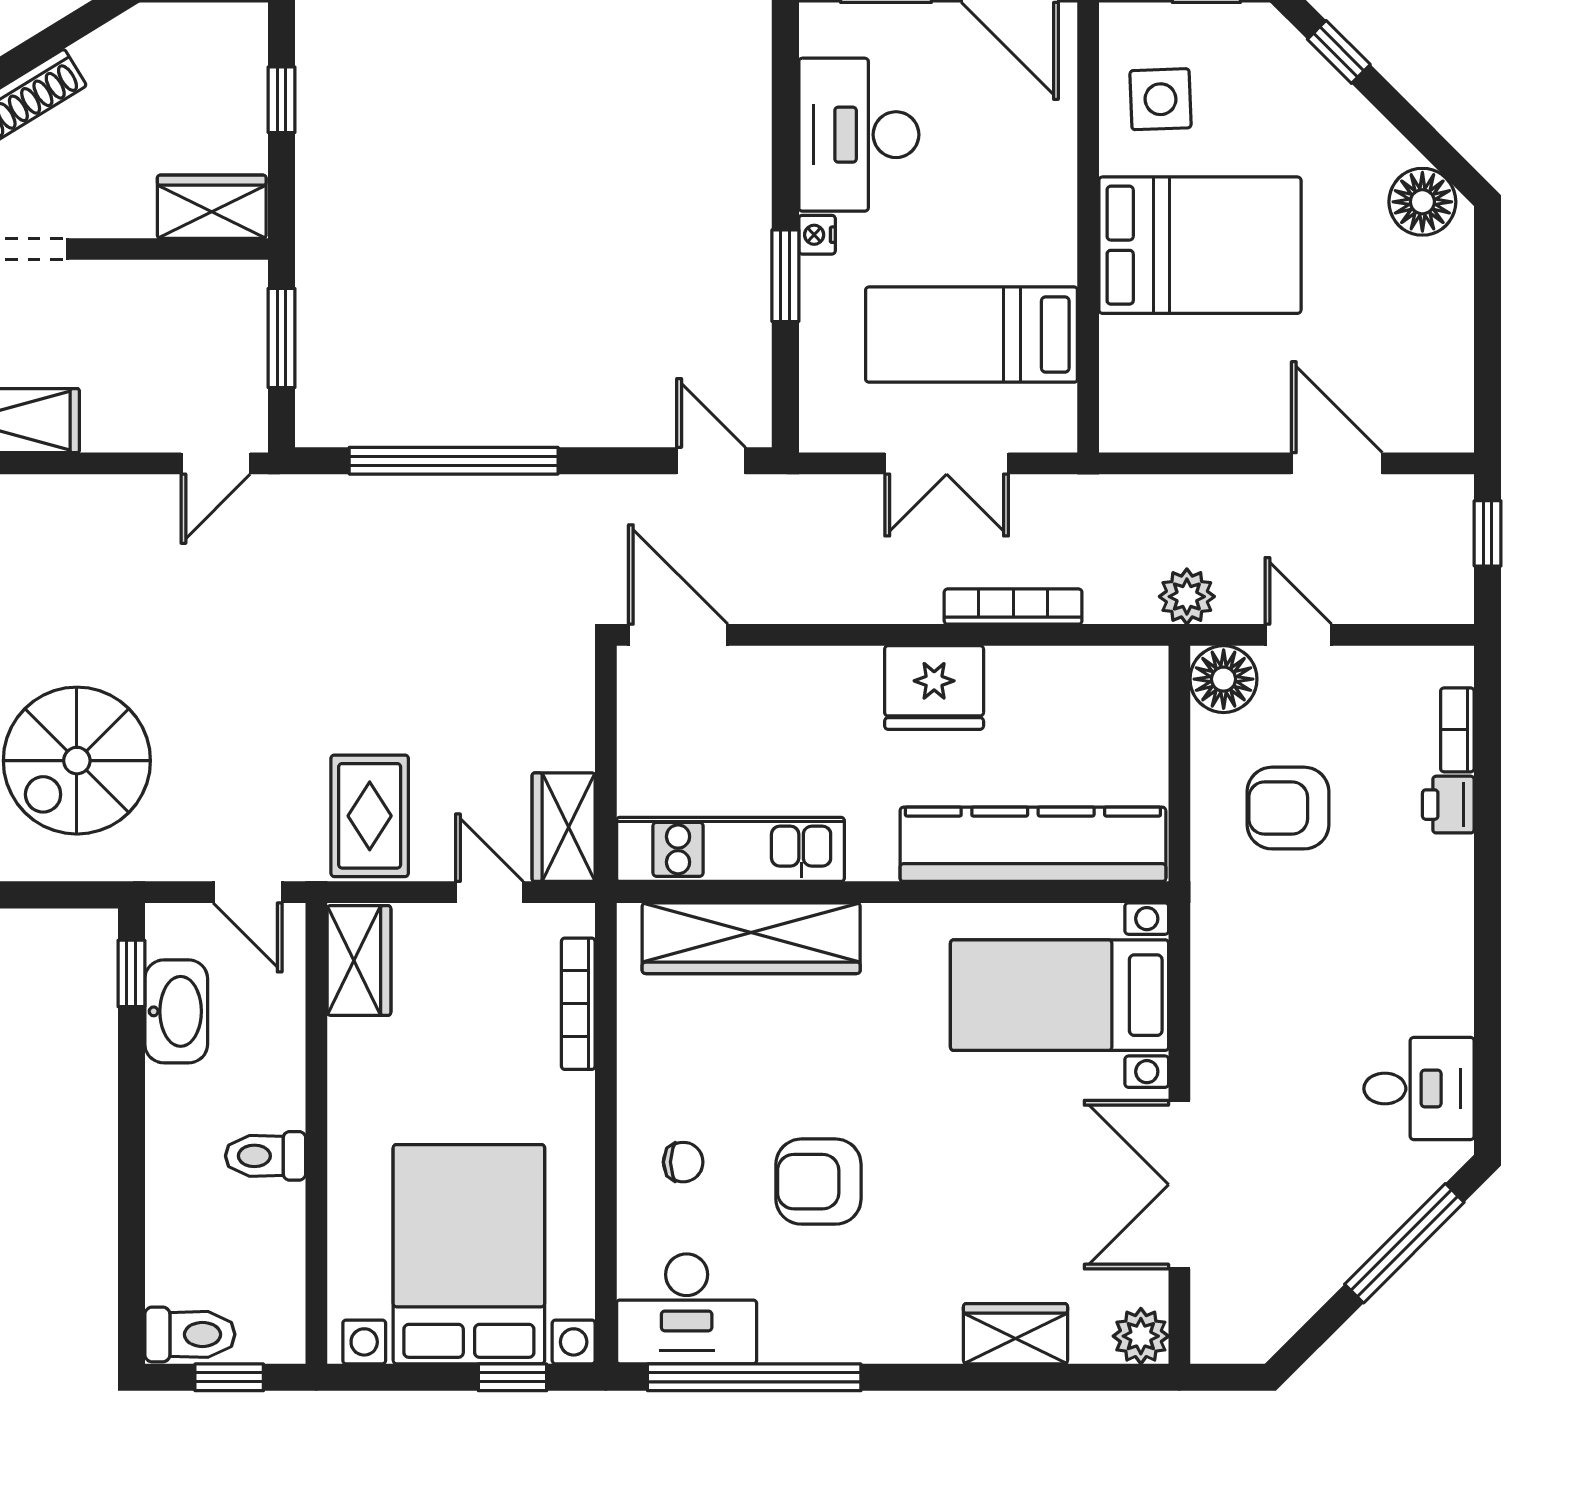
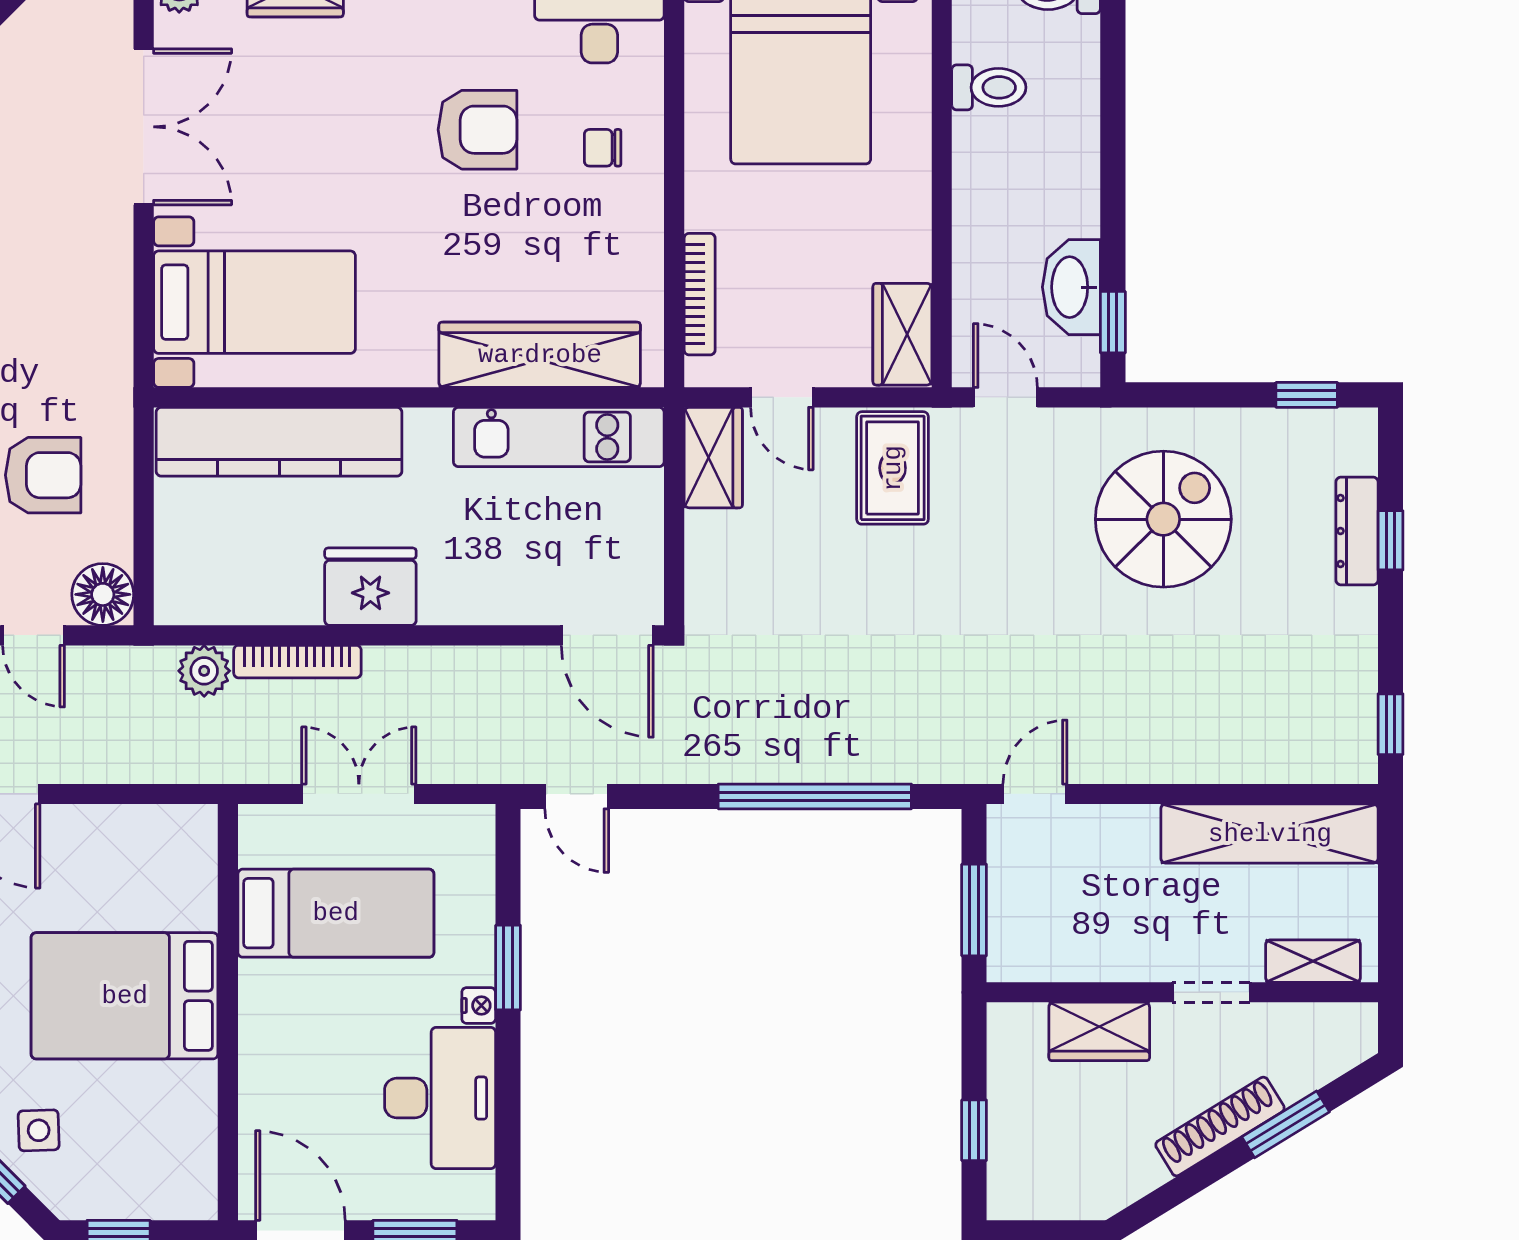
side table: (1160, 99) -> (39, 1130), moved, width x0.73, depth x0.73
wardrobe: (212, 207) -> (1099, 1031), moved
plant: (1187, 597) -> (204, 671), moved
toilet: (266, 1156) -> (989, 87), moved

